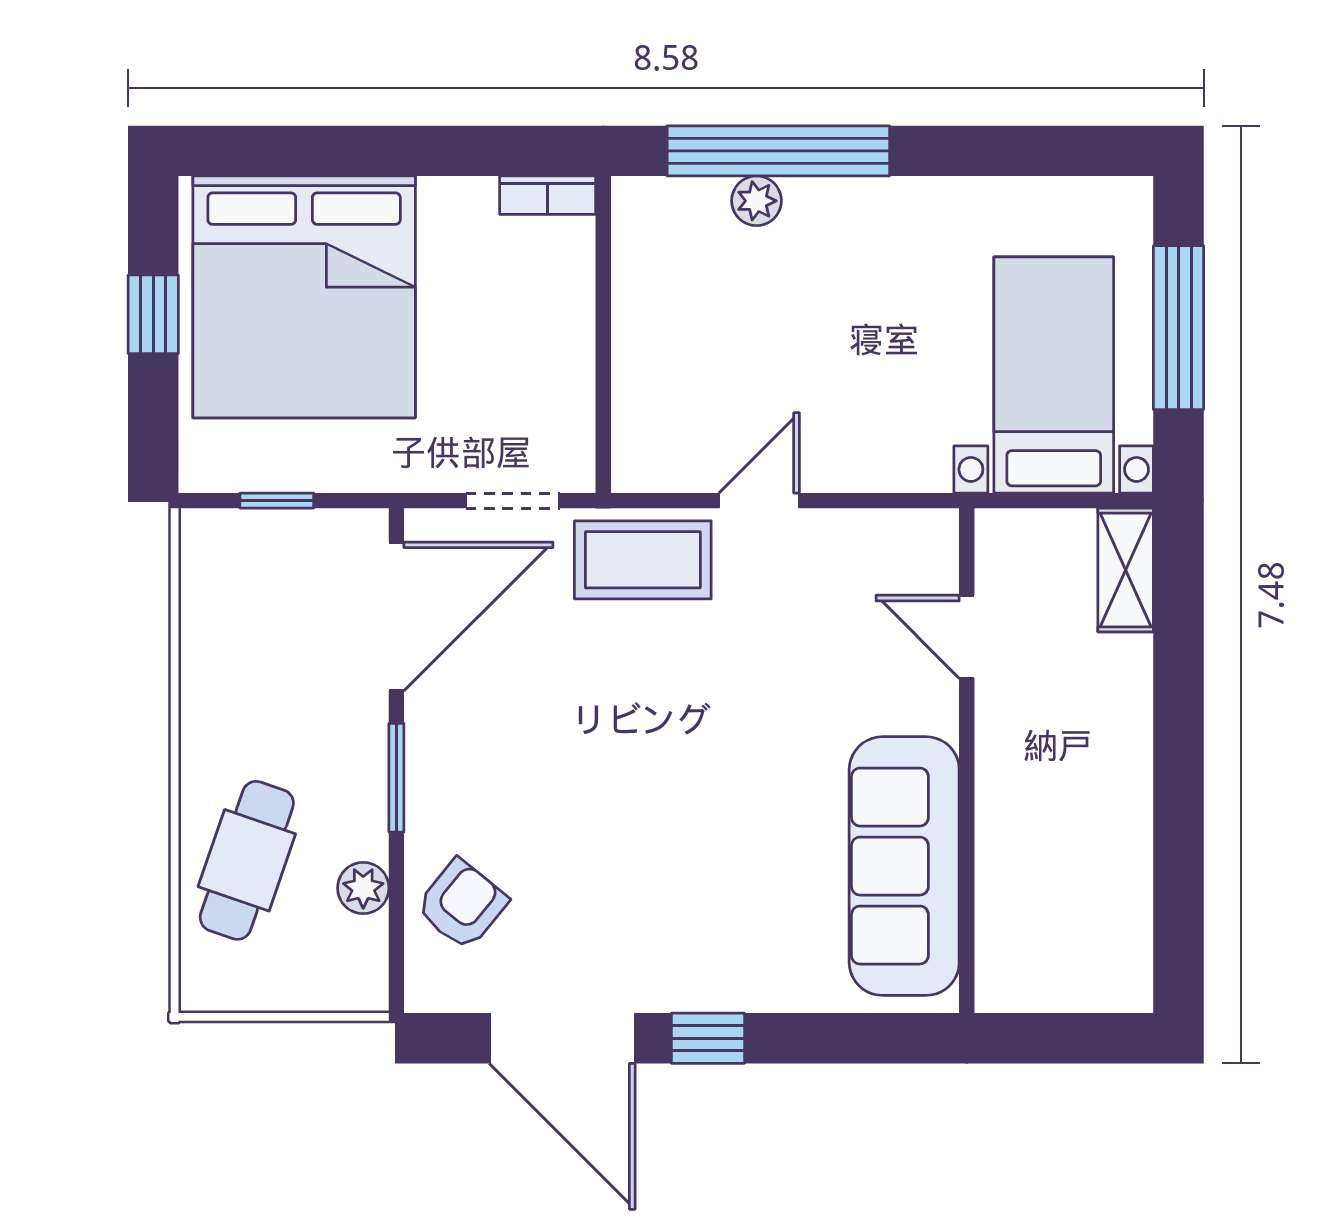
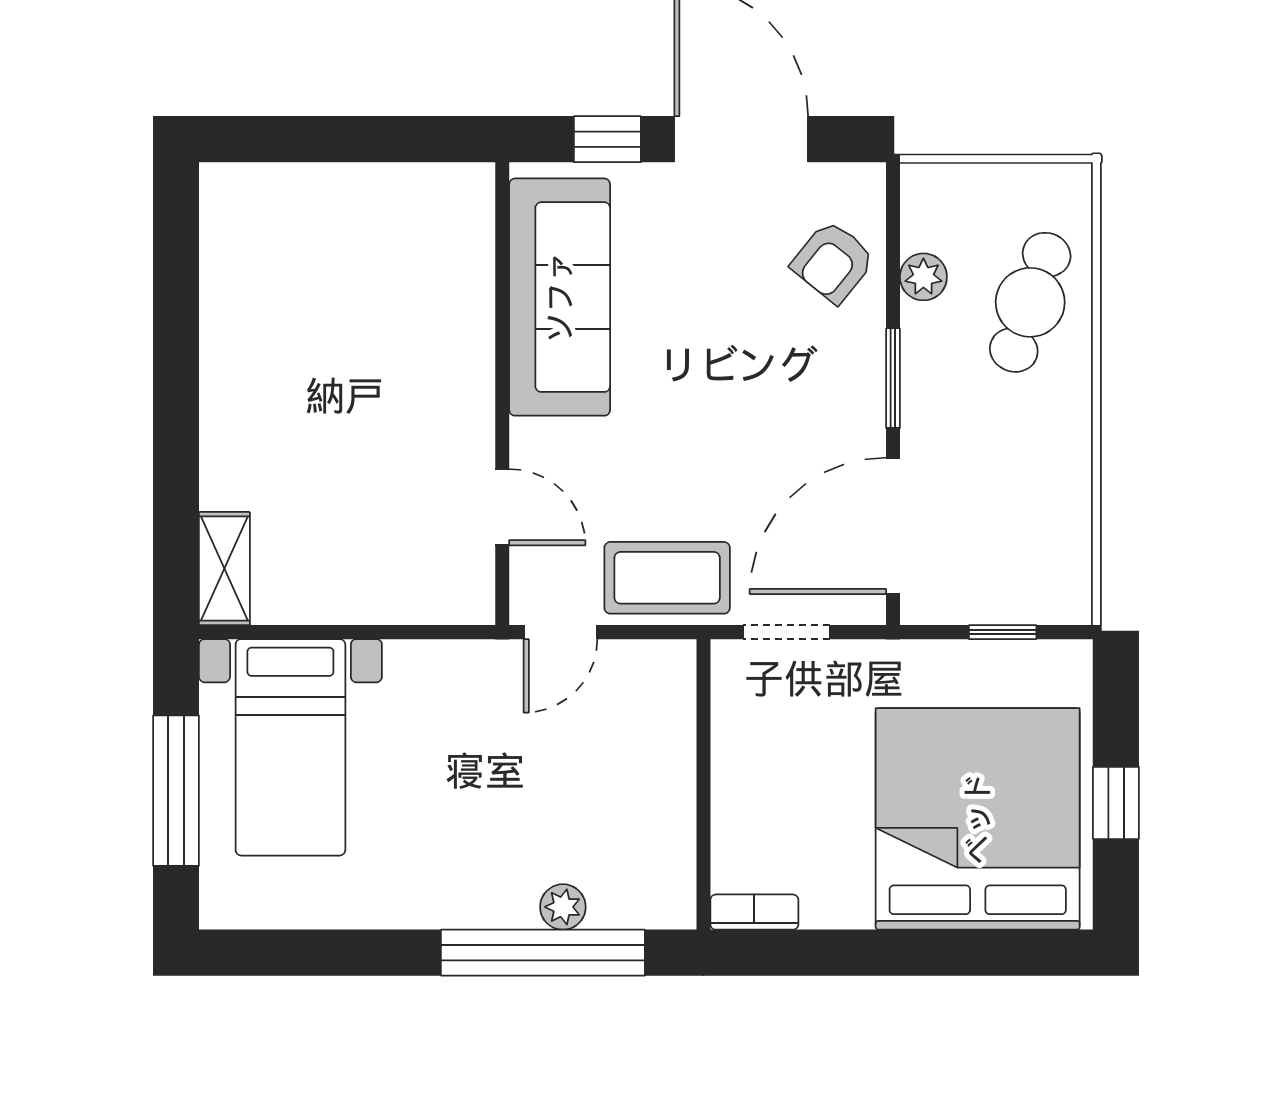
door: (967, 637) -> (502, 507), moved
wall: (967, 761) -> (502, 394), moved
sofa: (904, 866) -> (560, 297), moved

